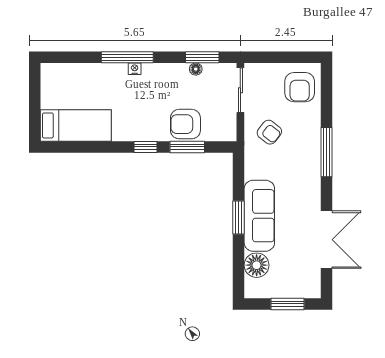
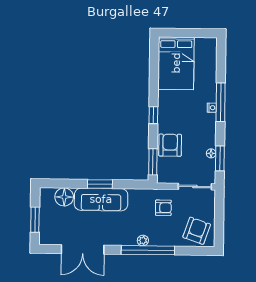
armchair: (300, 87) -> (197, 231), turned 109
bed: (76, 125) -> (176, 63), width x1.50
armchair: (269, 132) -> (163, 208), turned -128
window: (187, 147) -> (153, 162), moved
window: (326, 152) -> (148, 250), width x1.46
plant: (314, 159) -> (143, 240), added

